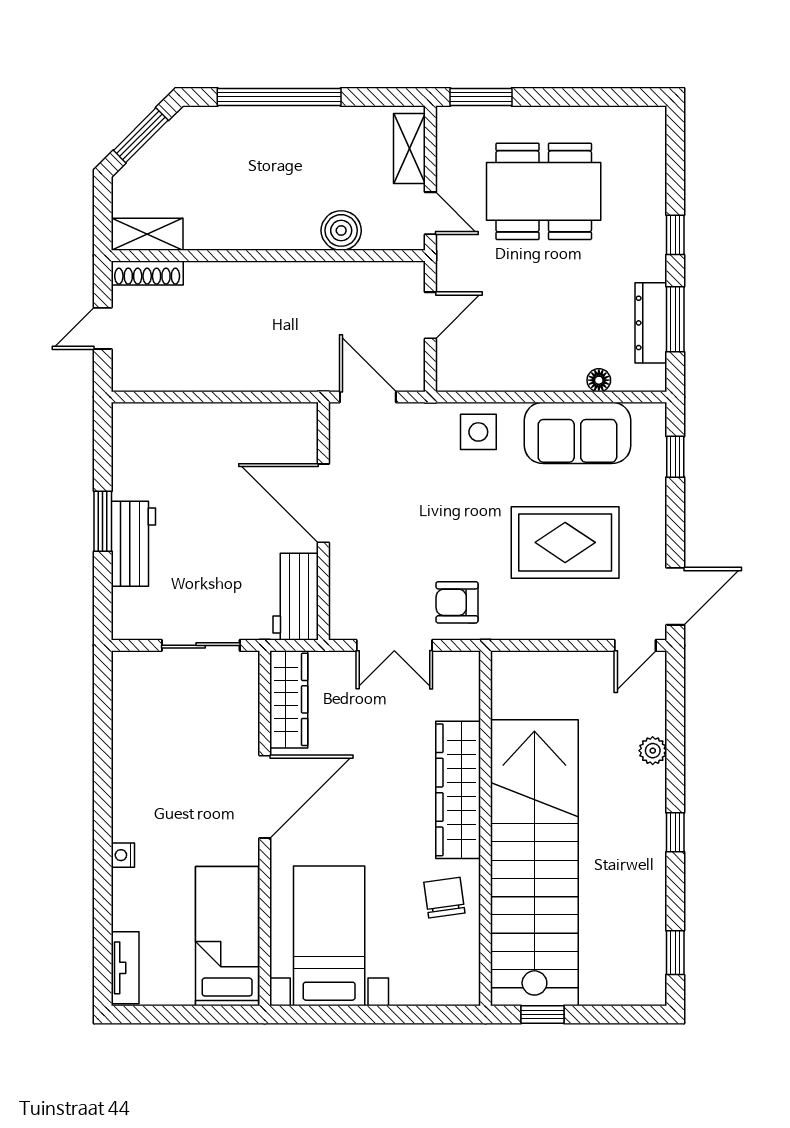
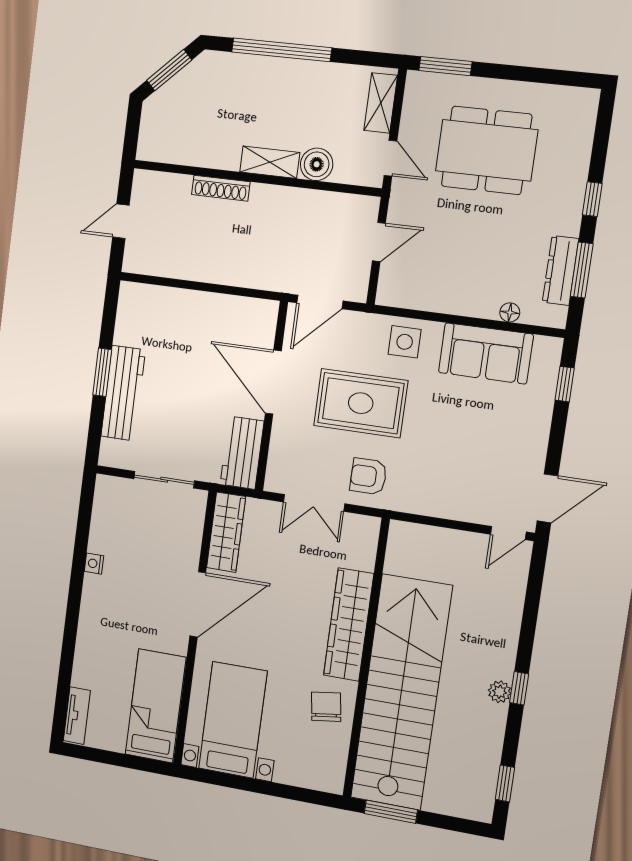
shelving: (147, 234) -> (270, 162), moved
shoe rack: (147, 273) -> (221, 188), moved
door: (368, 397) -> (320, 302), swing flipped
rug: (565, 542) -> (361, 403), moved
workbench: (133, 544) -> (123, 393), width x1.37
plant: (653, 751) -> (500, 692), moved
nightstand: (123, 855) -> (94, 564), moved
window: (542, 1014) -> (391, 812), width x1.50

